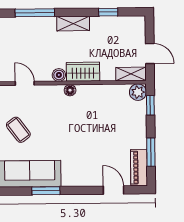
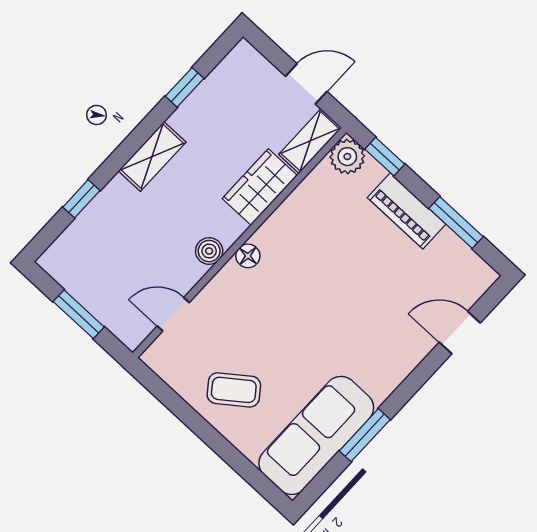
window: (35, 13) -> (81, 199), width x0.46
wardrobe: (83, 72) -> (260, 187), moved
piano: (139, 168) -> (407, 211), moved

